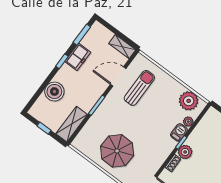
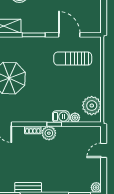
shelving: (122, 47) -> (96, 20), removed
sun lounger: (139, 88) -> (73, 59), turned 180

